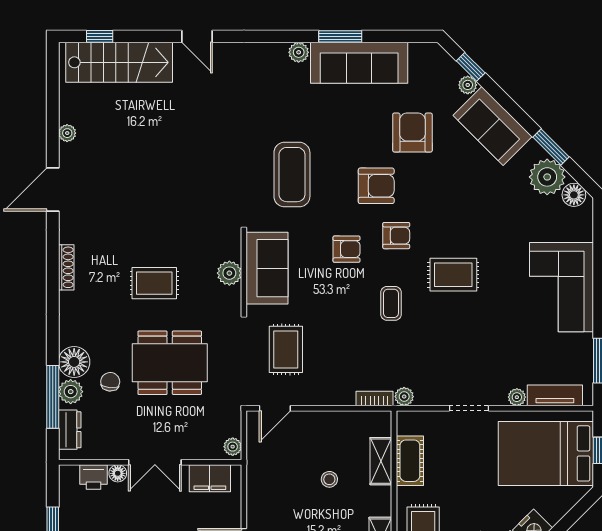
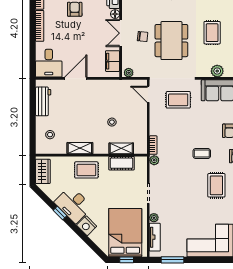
chair: (110, 382) -> (143, 37), moved

